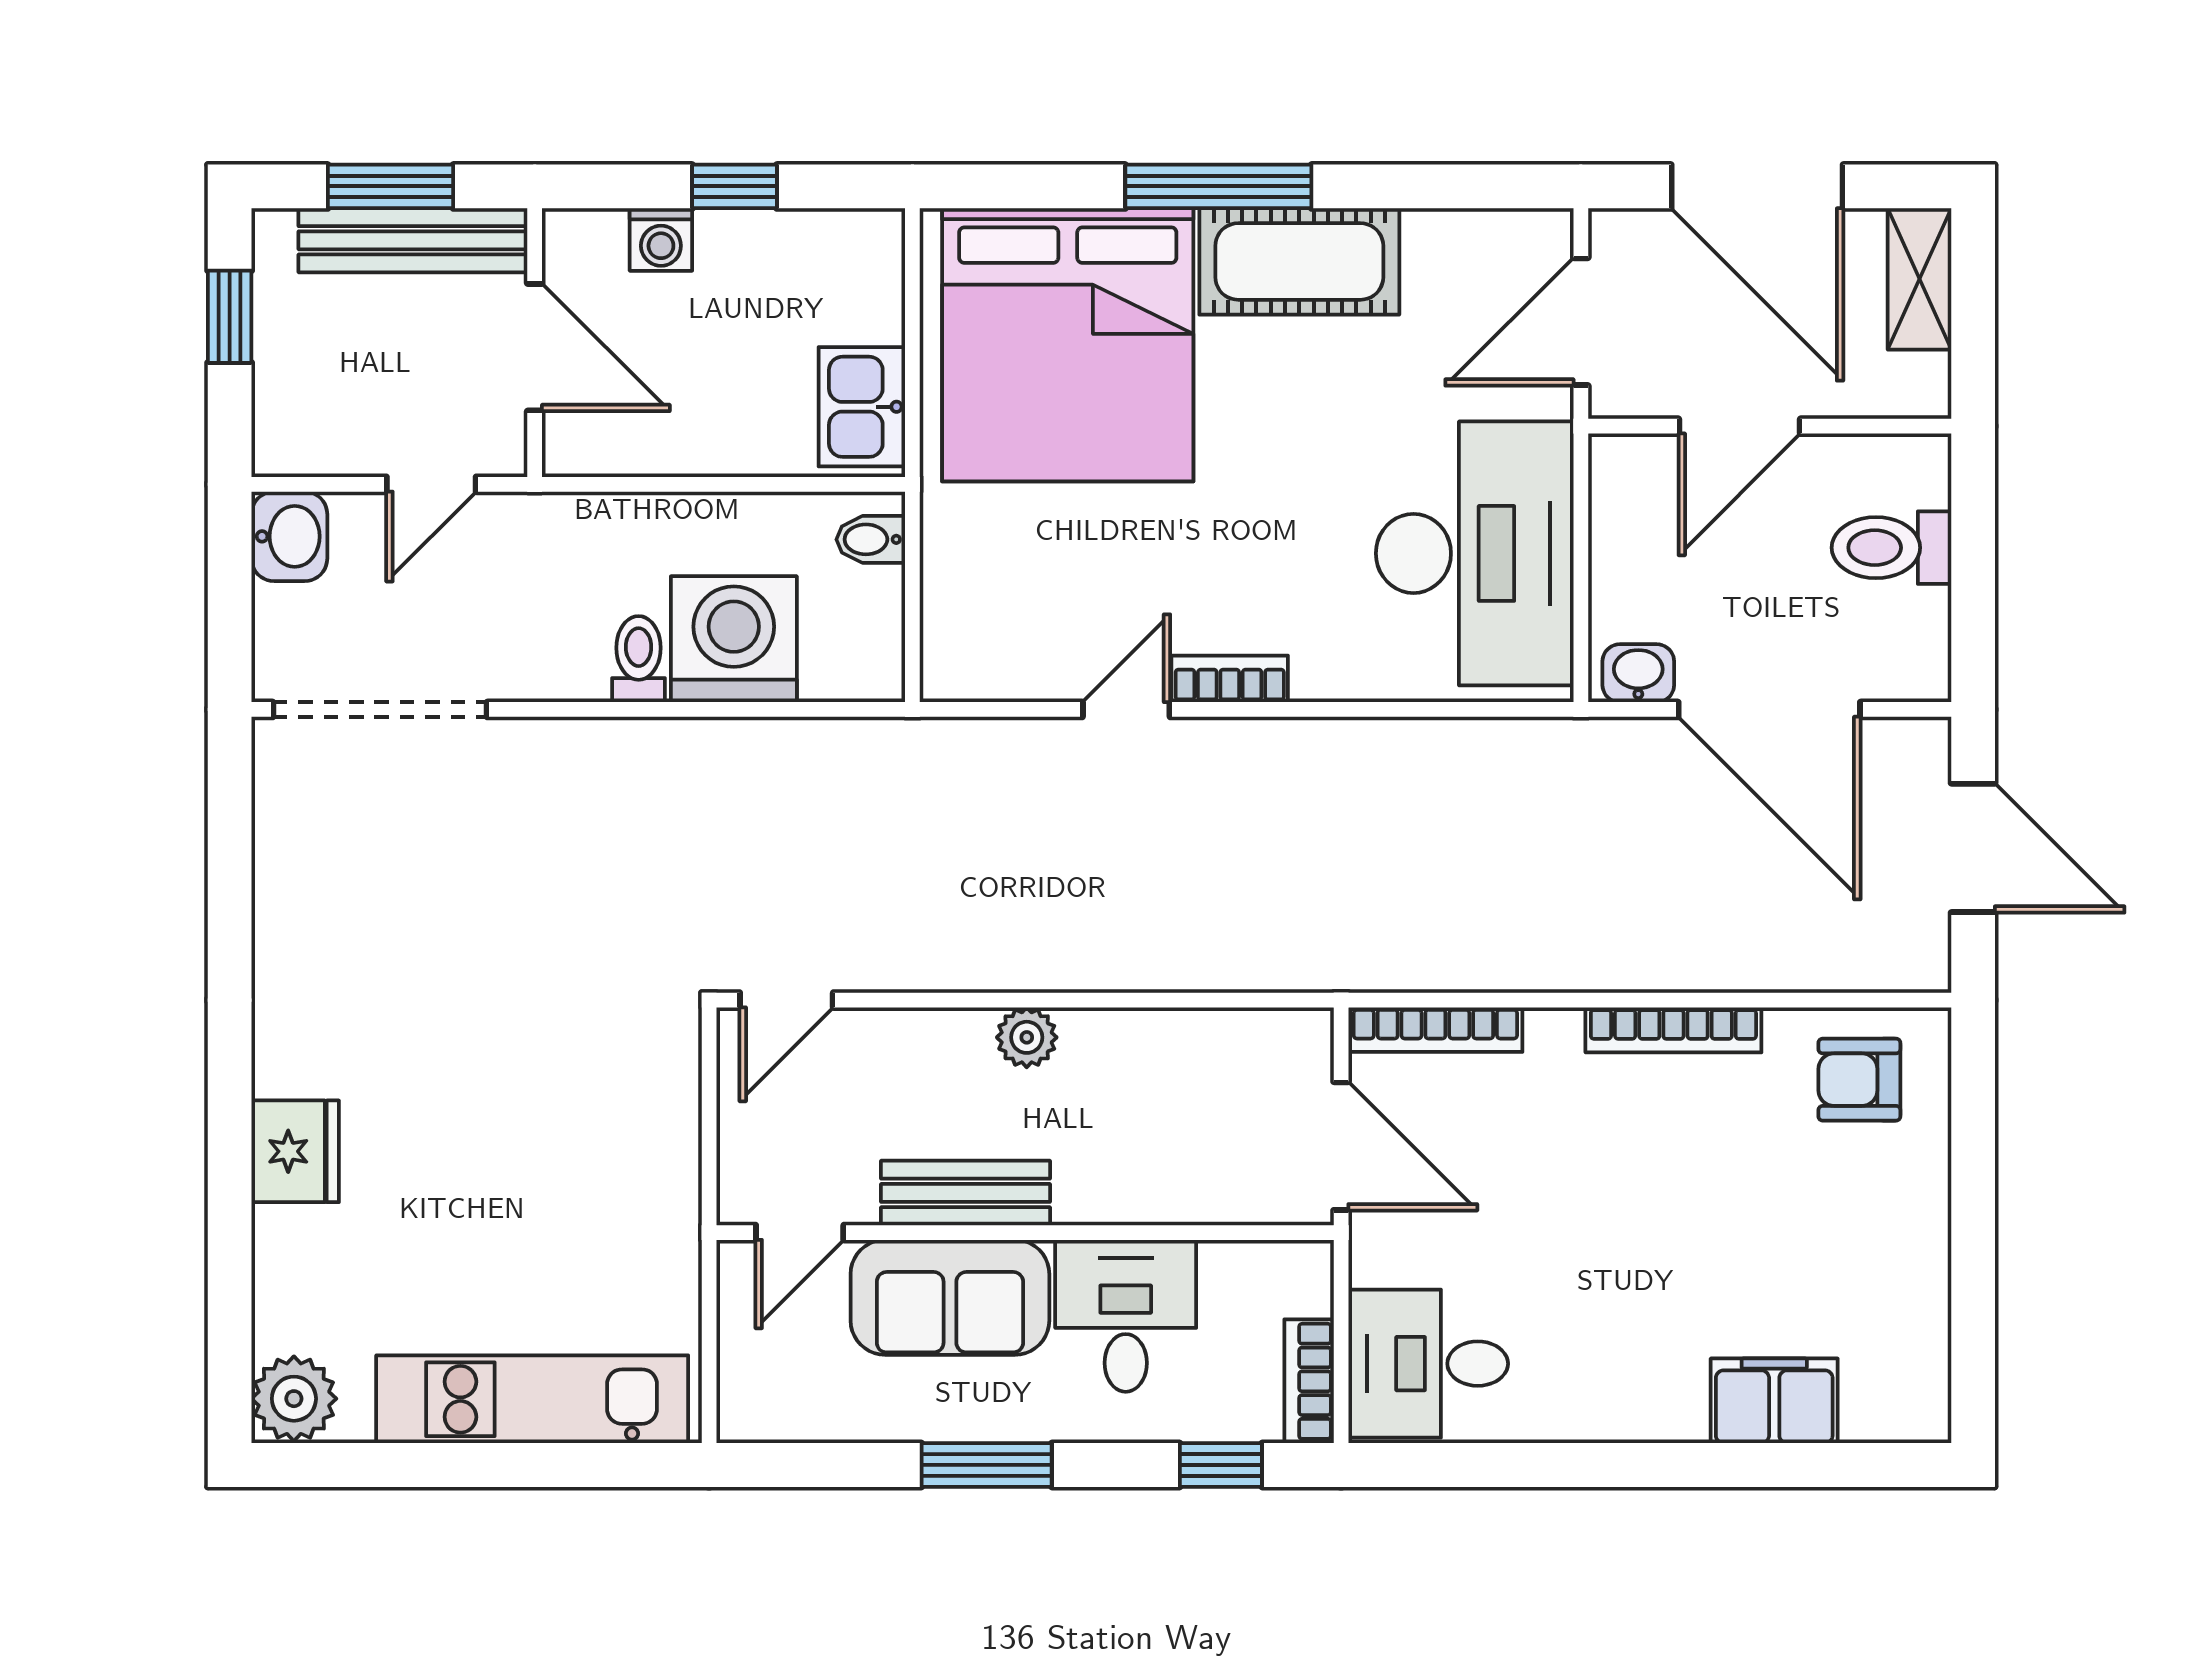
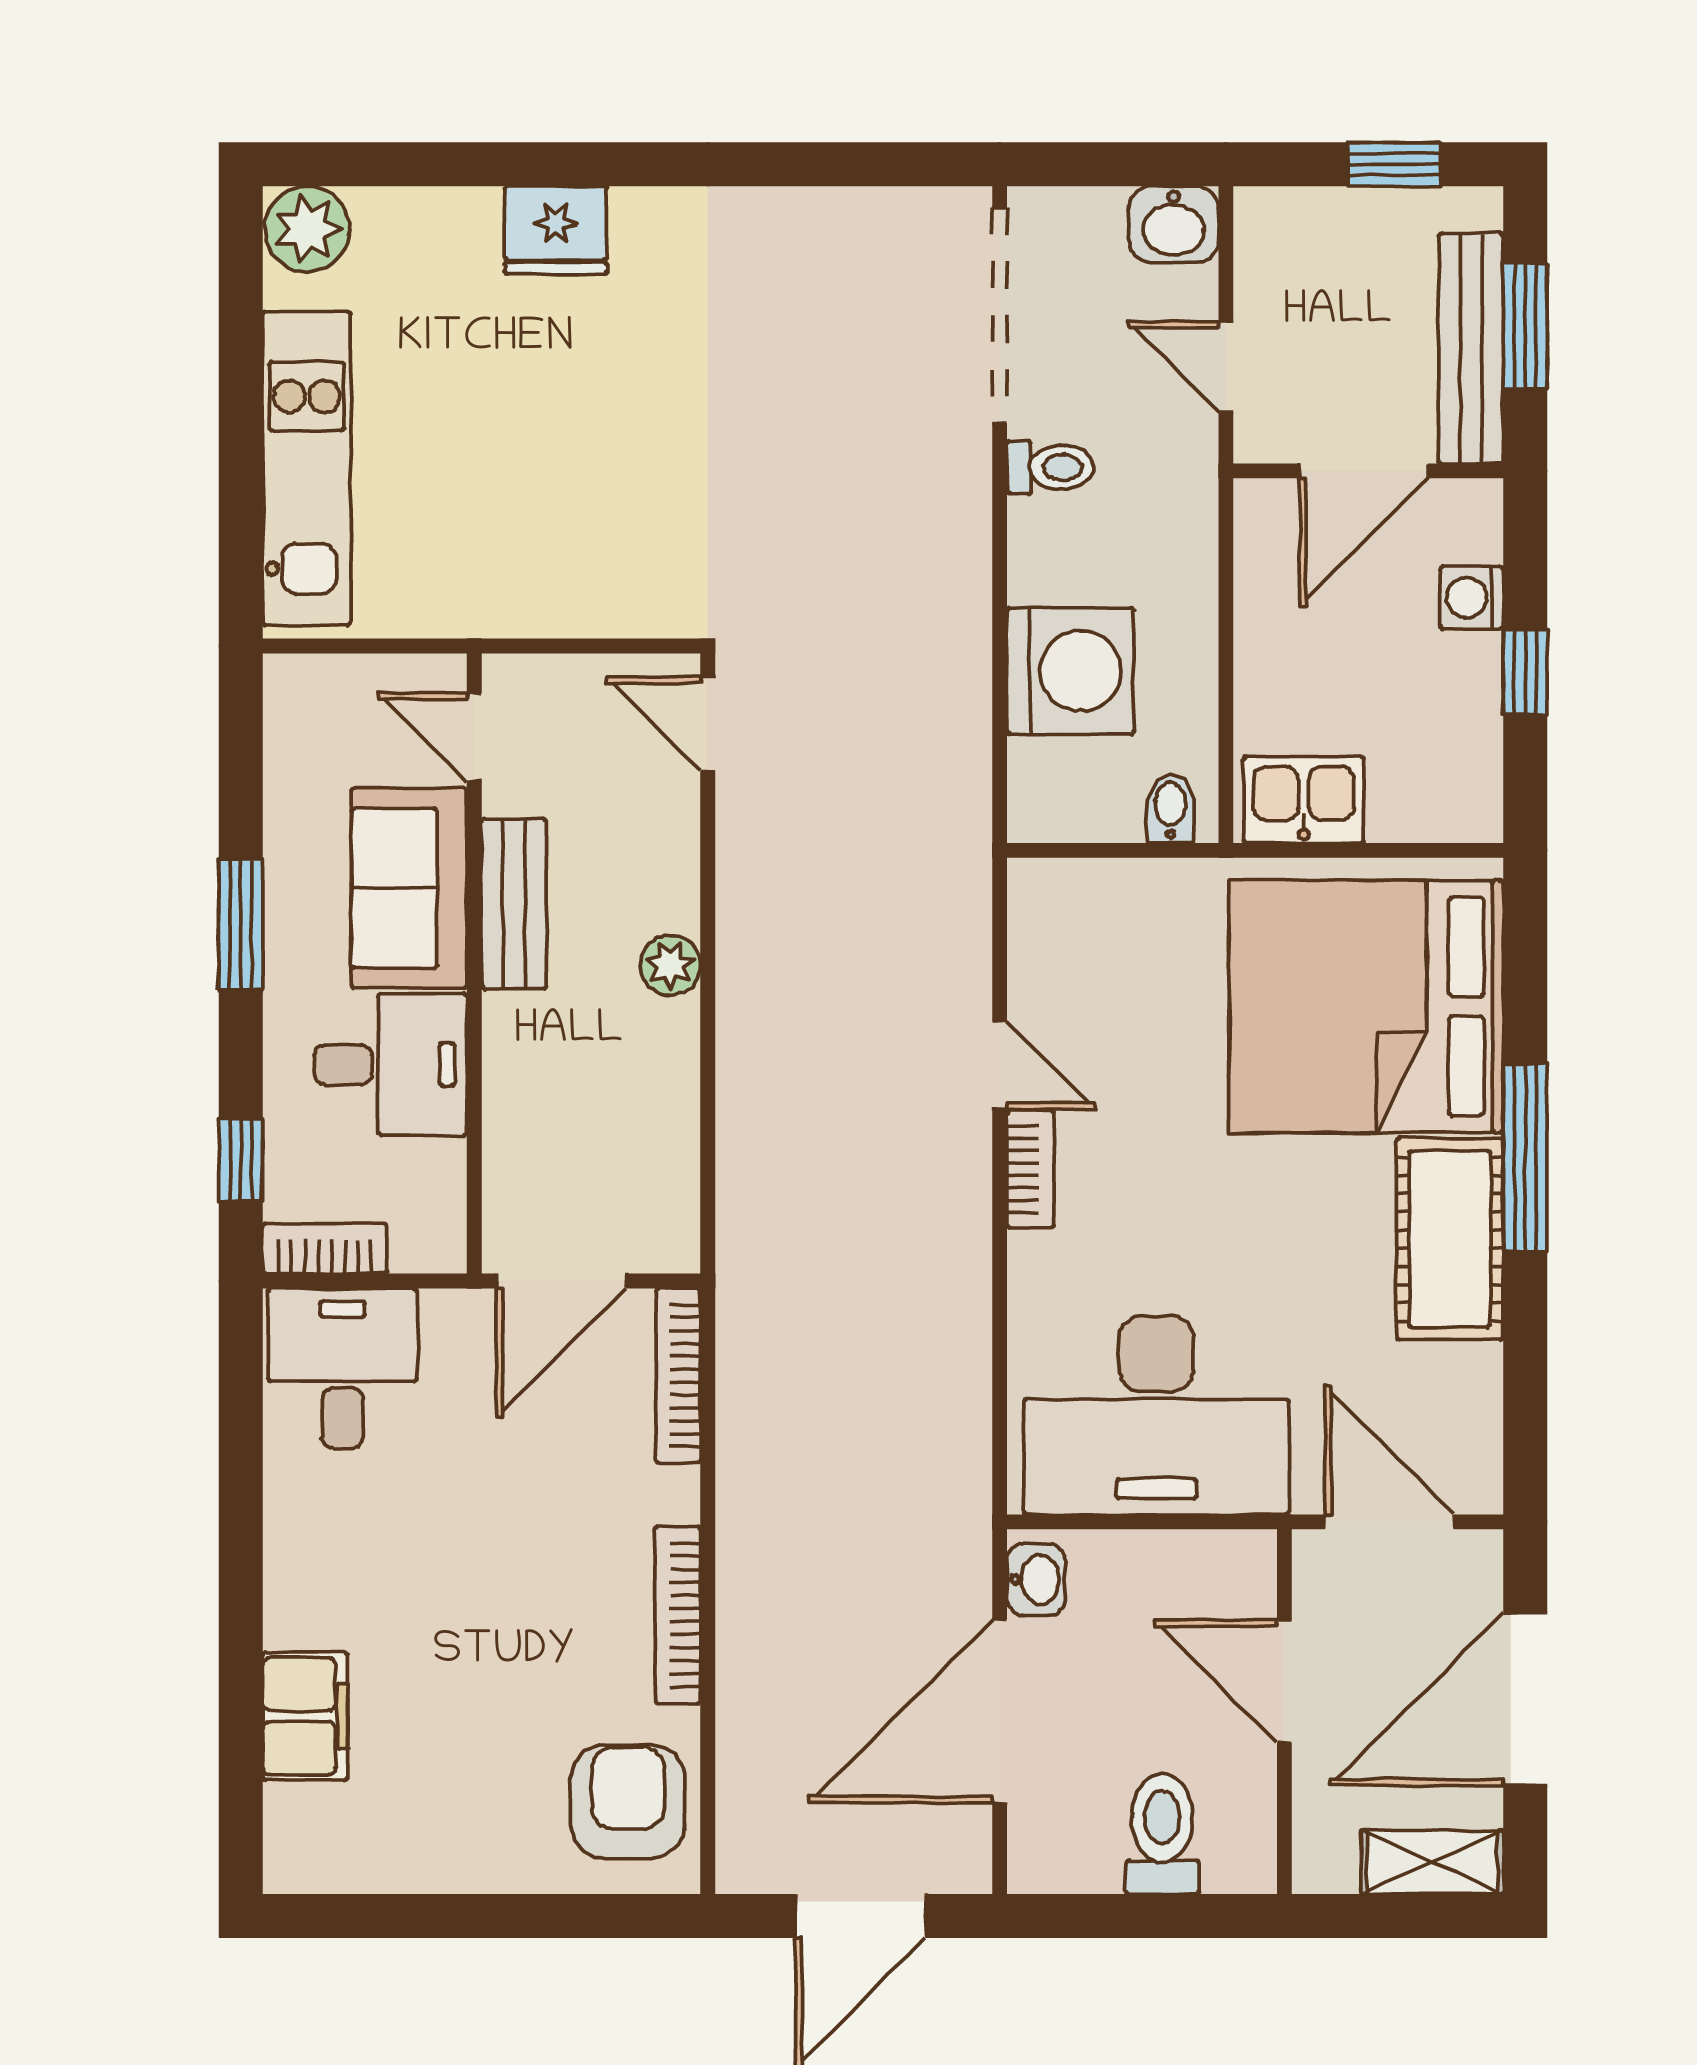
toilet: (639, 659) -> (1050, 467), moved
armchair: (1859, 1080) -> (628, 1802), width x1.38, depth x1.38

